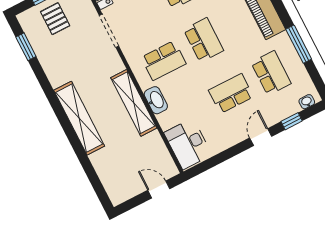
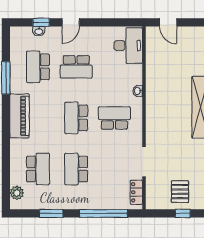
washbasin: (156, 100) -> (138, 91), width x0.52, depth x0.69
washbasin: (307, 102) -> (39, 31), moved
shelving: (134, 103) -> (153, 98), removed

